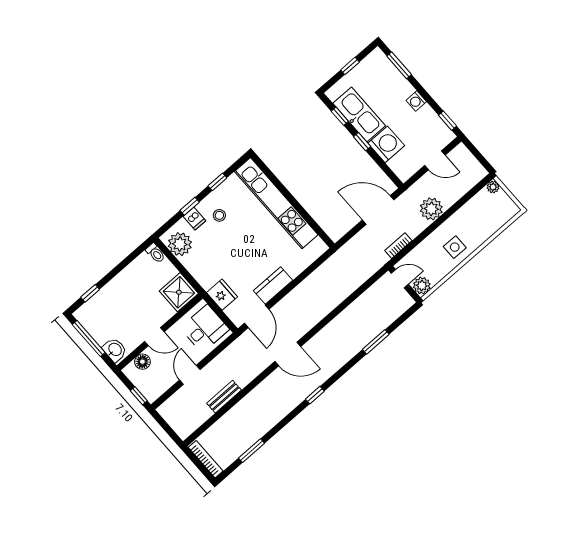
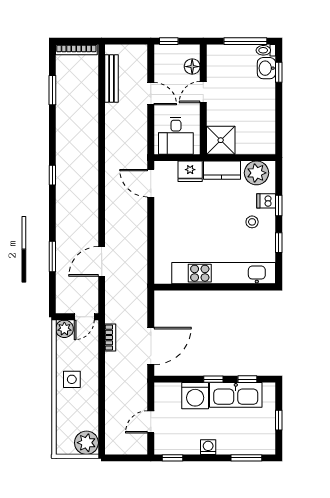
plant: (493, 187) -> (86, 443), width x1.87, depth x1.87
plant: (431, 209) -> (116, 387), removed
toilet: (155, 253) -> (266, 50), moved
kitchen counter: (273, 286) -> (222, 170), moved, turned 90
washbasin: (115, 350) -> (266, 68), moved, turned 90
door: (288, 354) -> (102, 261), moved
bench: (224, 397) -> (112, 78), moved, width x1.36

